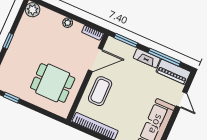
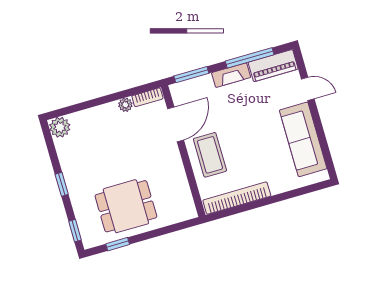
plant: (68, 23) -> (125, 105), moved
dining table: (53, 83) -> (126, 206), moved

